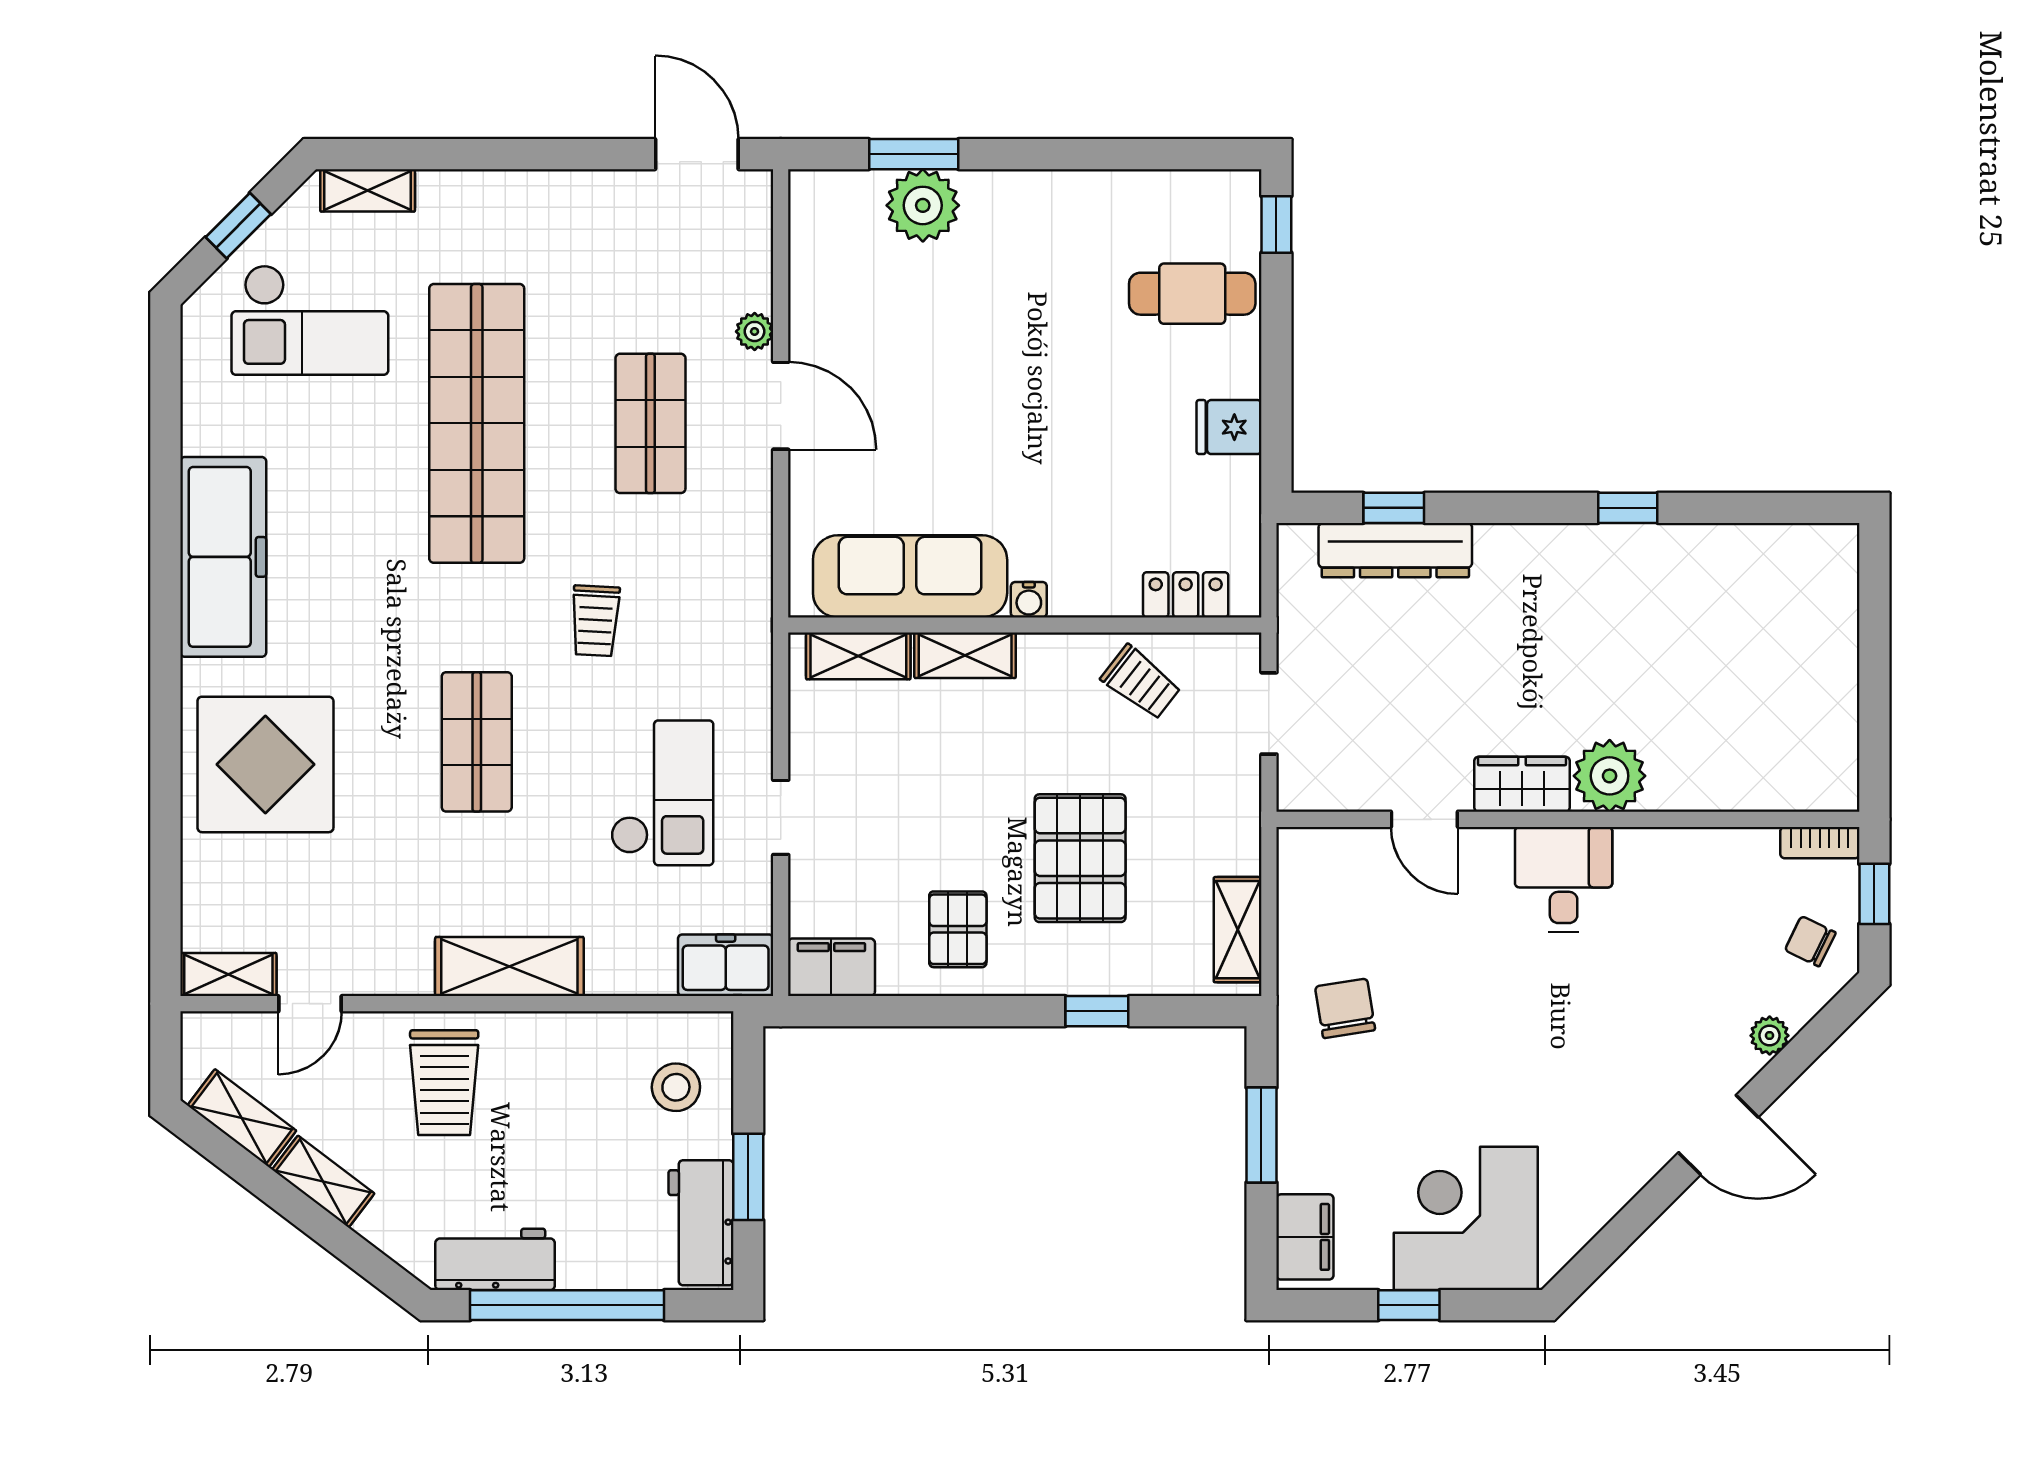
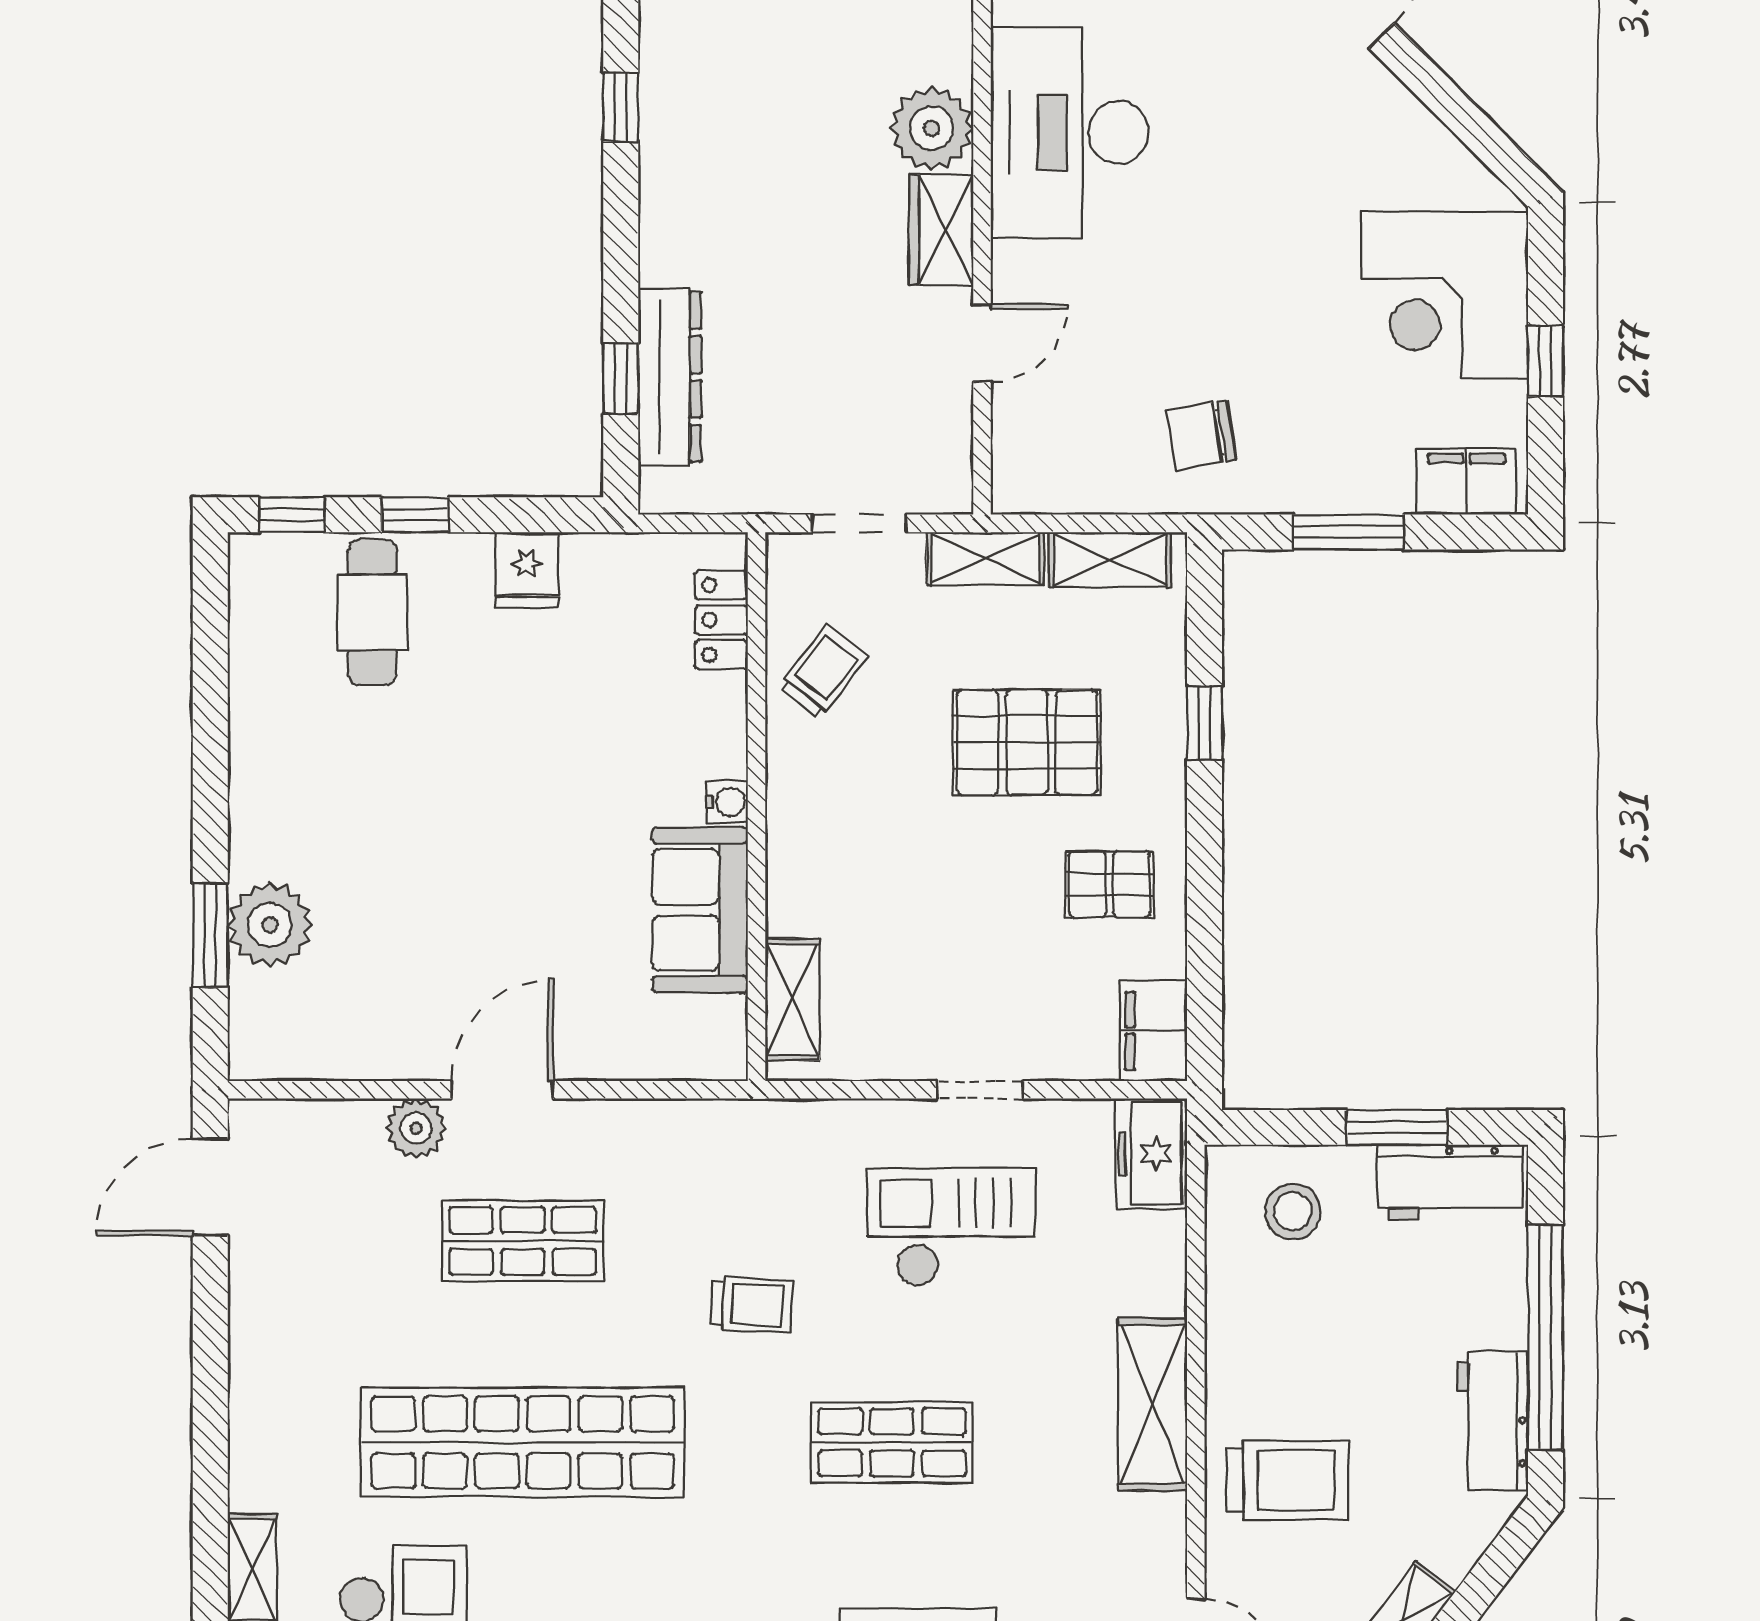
plant: (755, 331) -> (416, 1128), width x1.38, depth x1.38
window: (1276, 331) -> (415, 515), added
sofa: (910, 576) -> (700, 910), width x0.73
shelving: (965, 655) -> (985, 558), moved, turned 90
desk: (1564, 879) -> (1070, 132), width x1.87, depth x1.30

